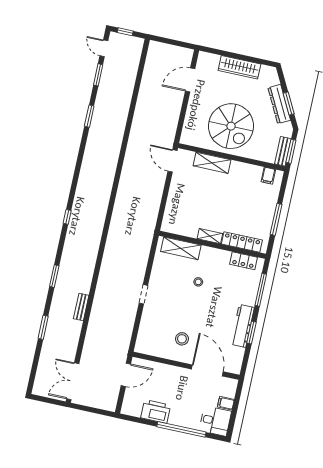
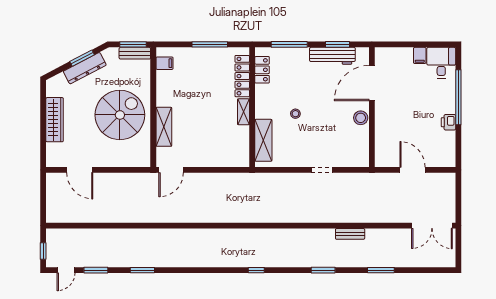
wall: (186, 366) -> (372, 107), moved
door: (207, 370) -> (372, 83), moved
printer: (156, 411) -> (448, 122), width x0.53, depth x0.68

